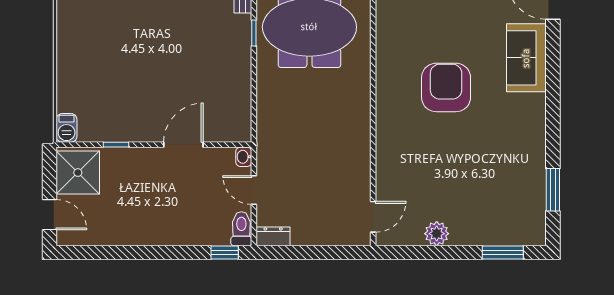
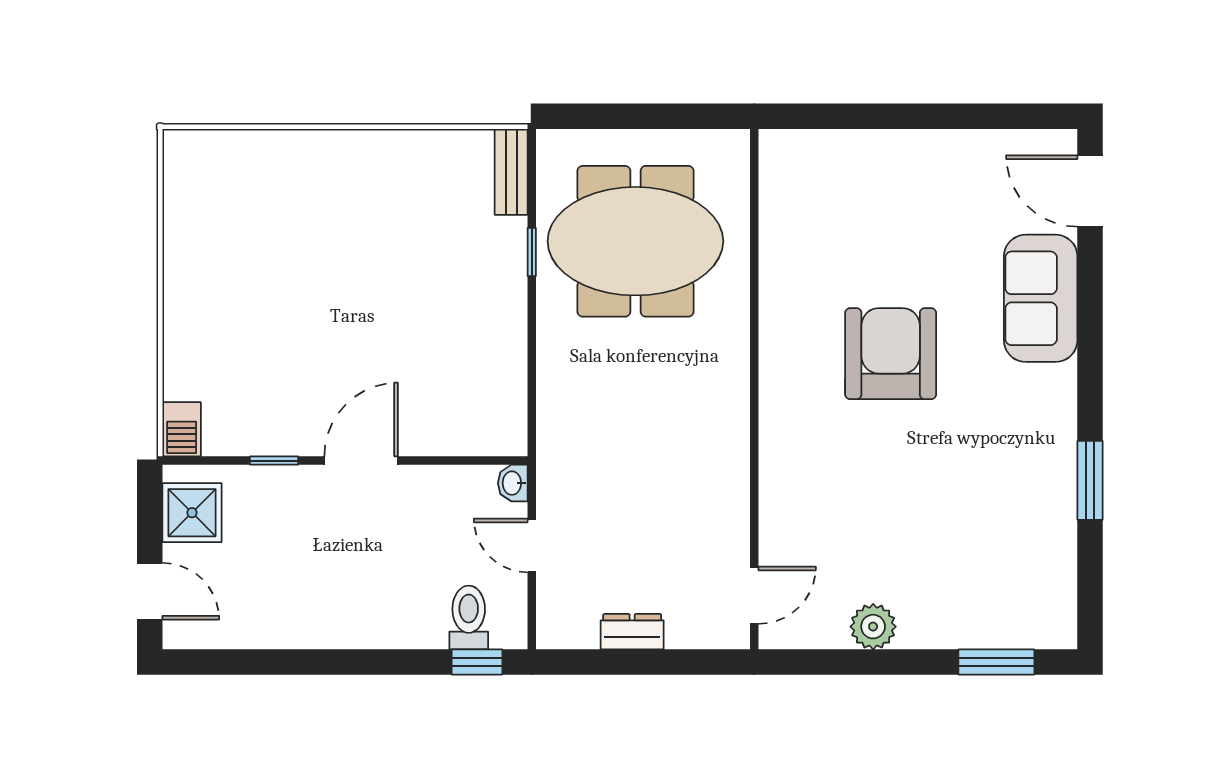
door: (183, 145) -> (361, 461), moved
shower: (78, 173) -> (192, 513), width x0.73, depth x0.73
window: (553, 190) -> (1090, 480), moved
toilet: (241, 229) -> (469, 617), moved
dresser: (273, 236) -> (632, 632), moved

